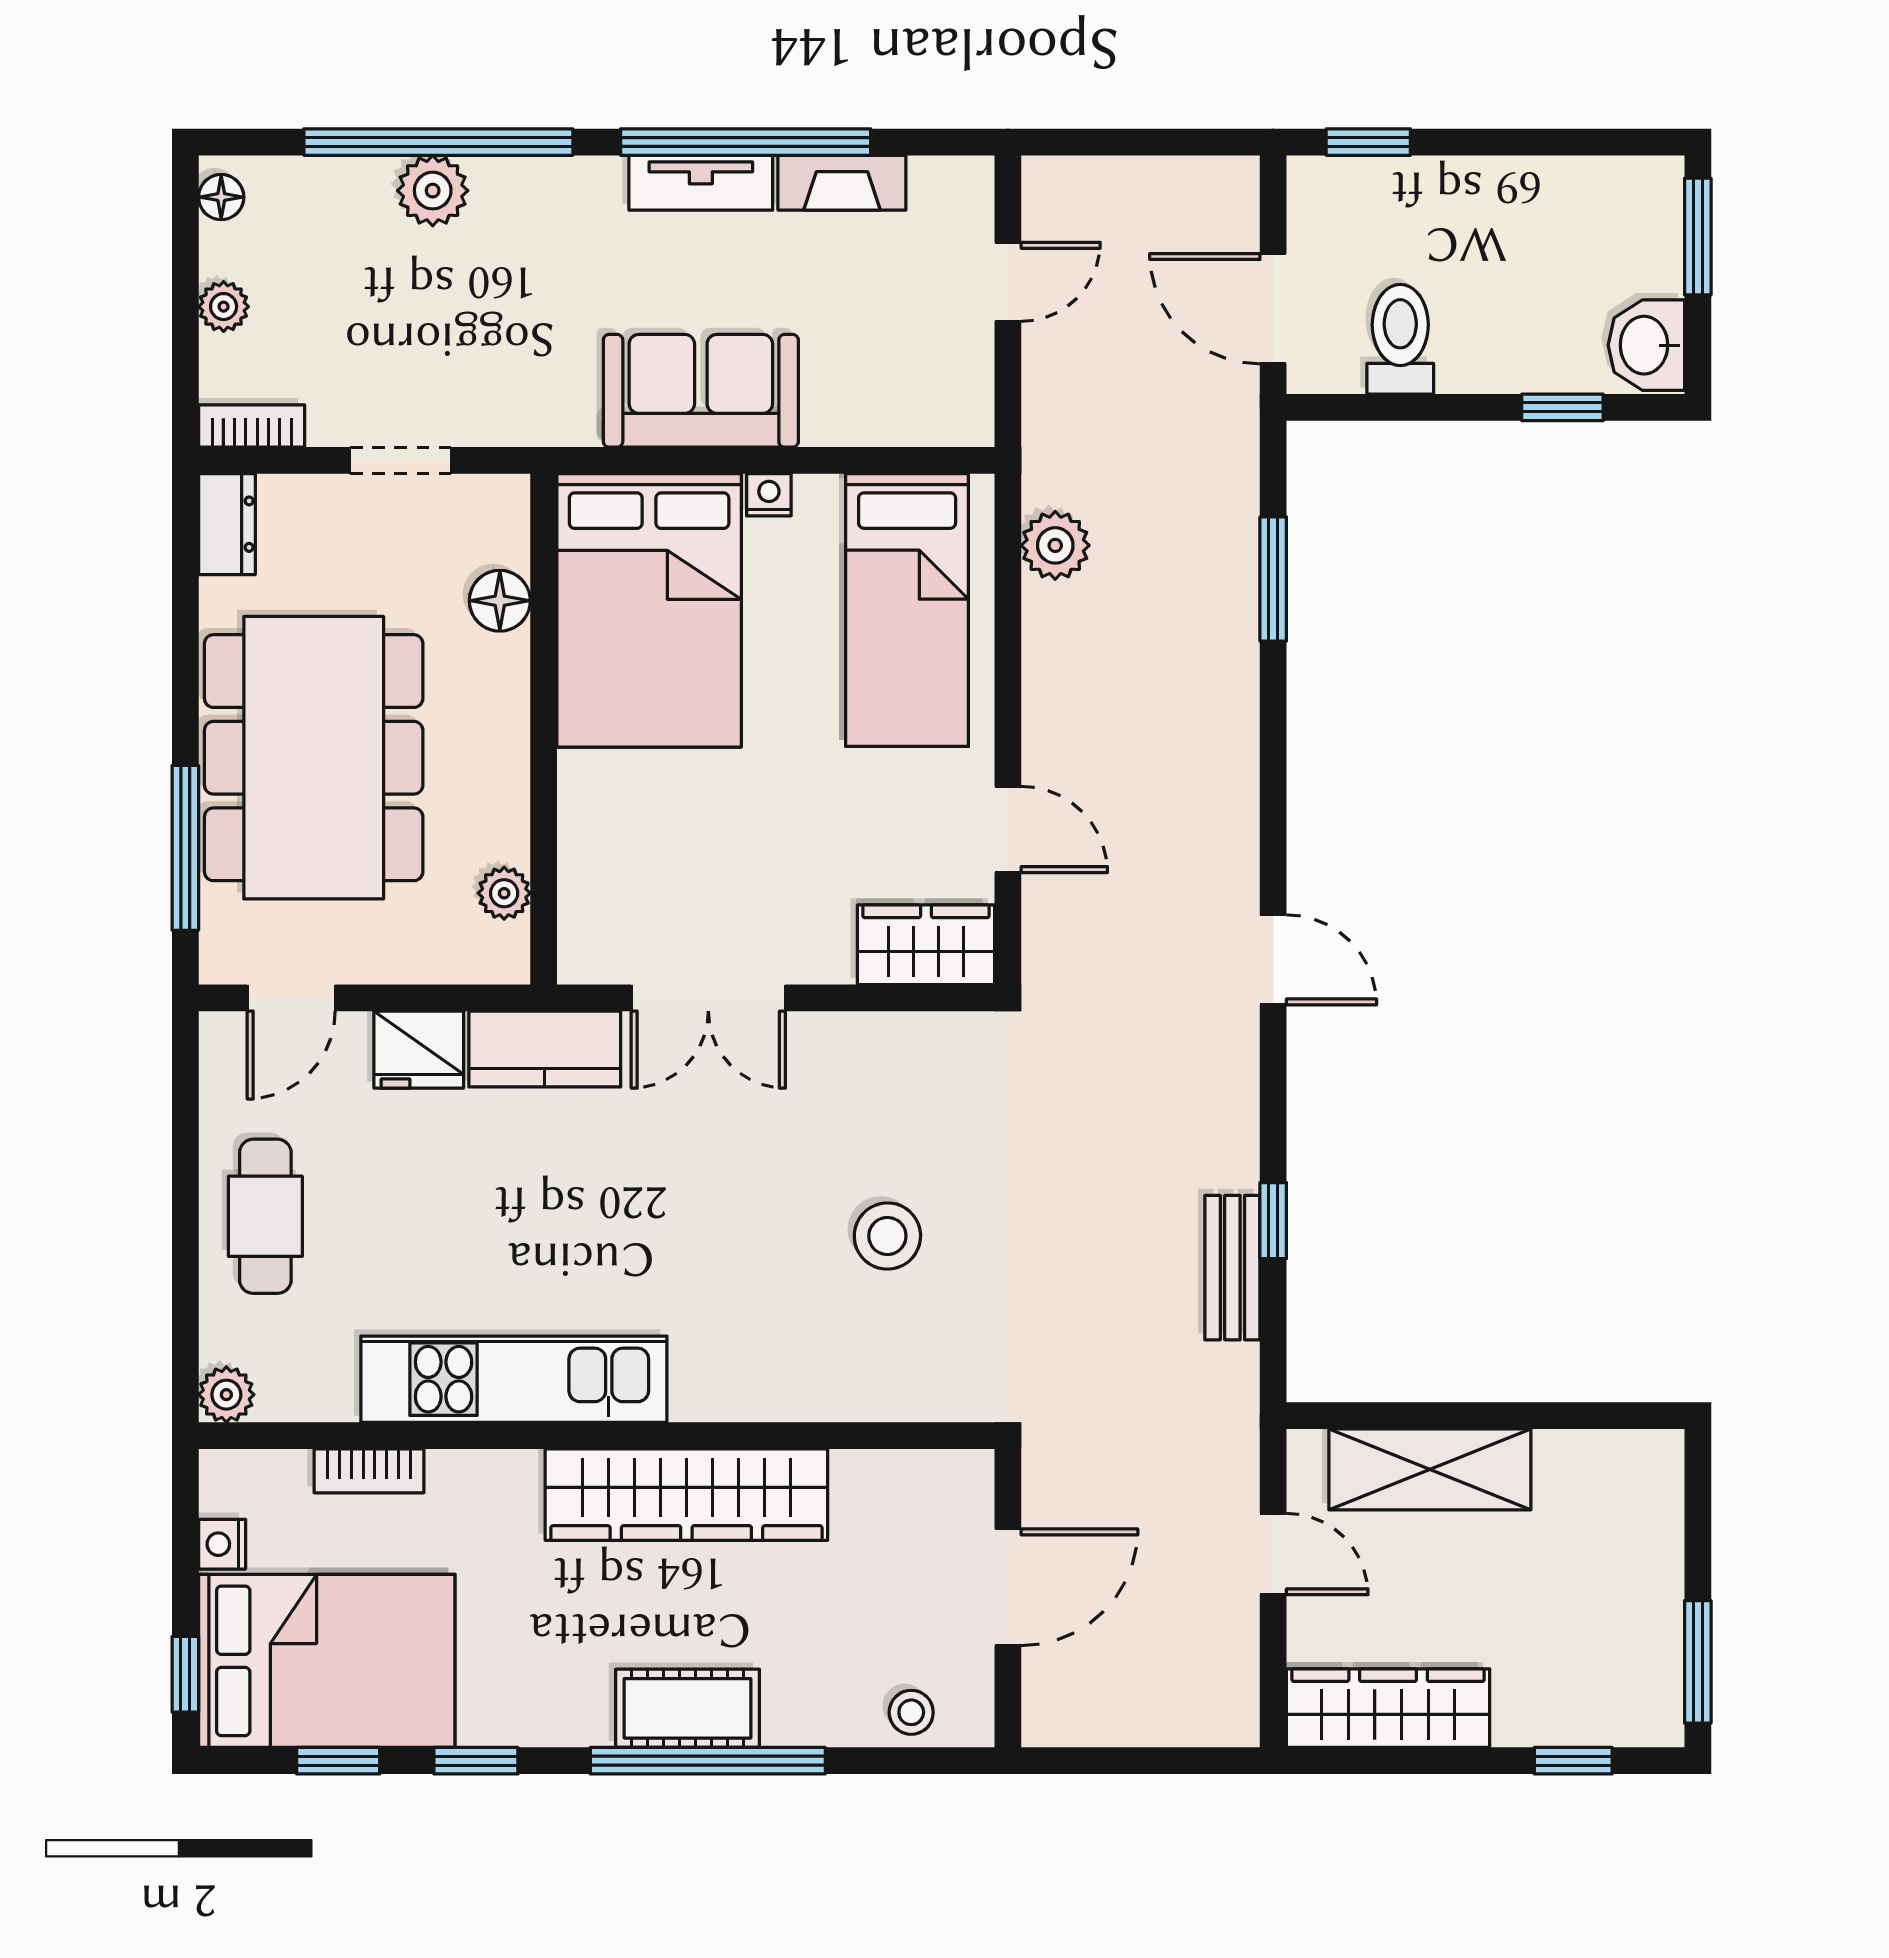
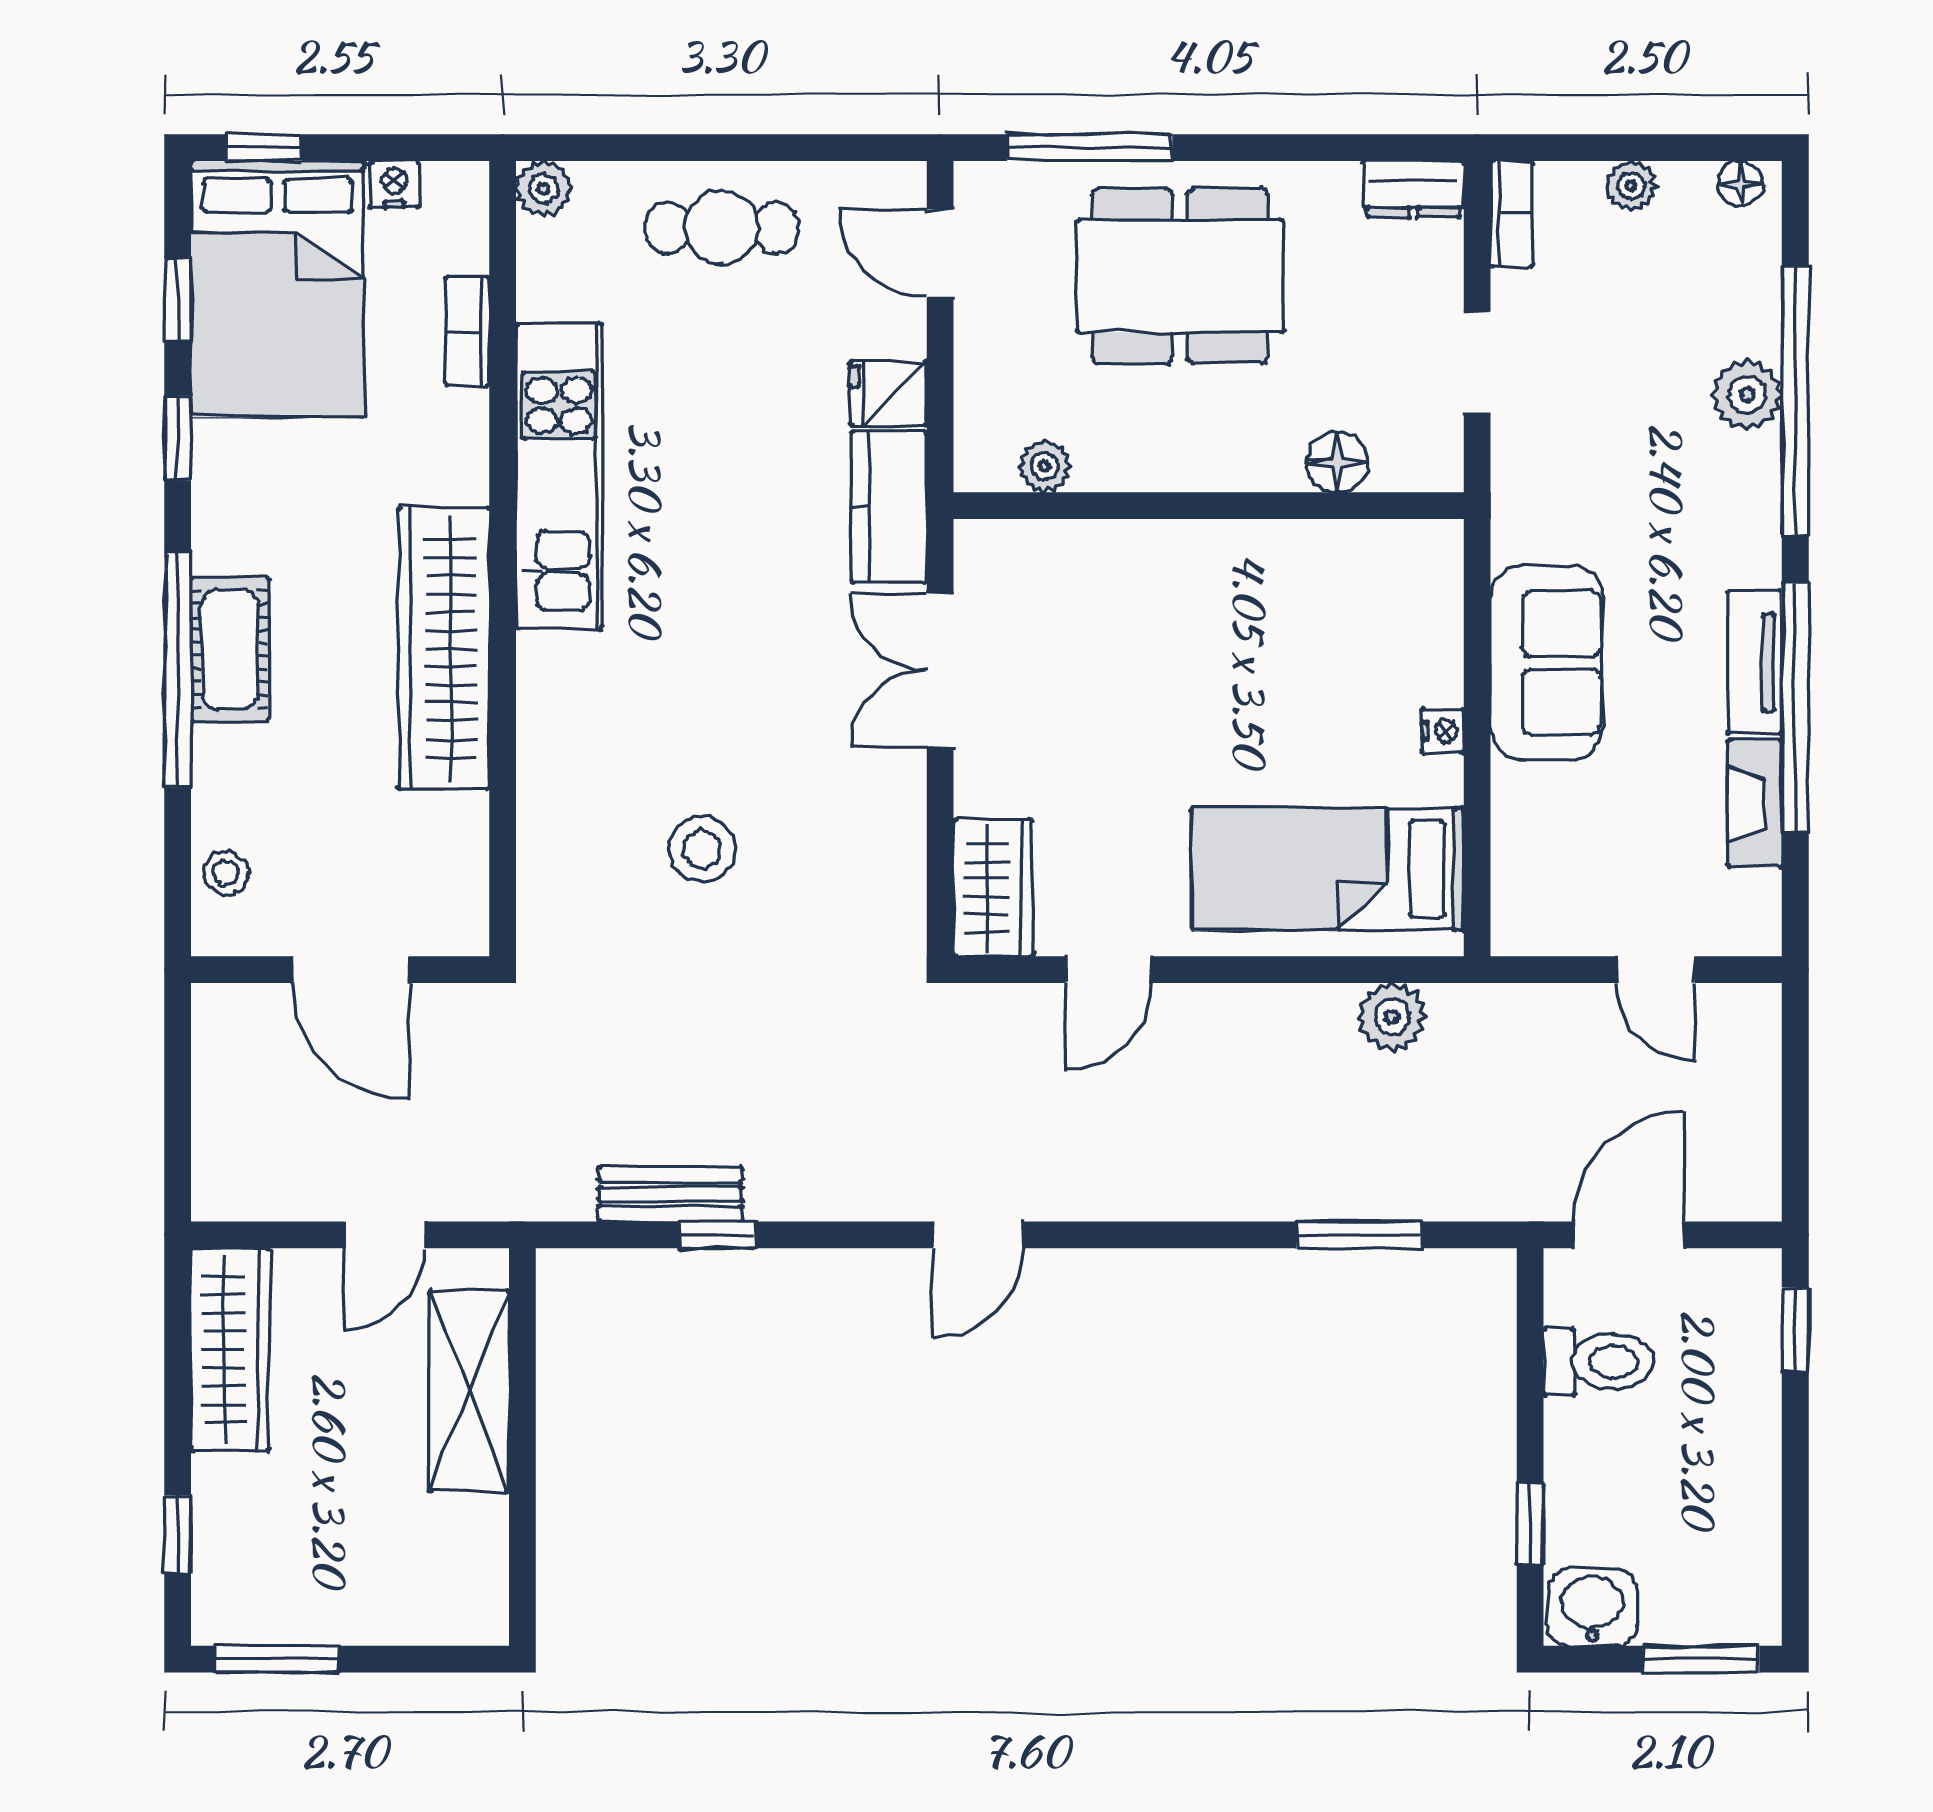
bed: (649, 610) -> (1327, 611), removed
dining table: (314, 758) -> (1180, 276), width x0.73, depth x0.80
fridge: (419, 1050) -> (888, 393), width x0.72

